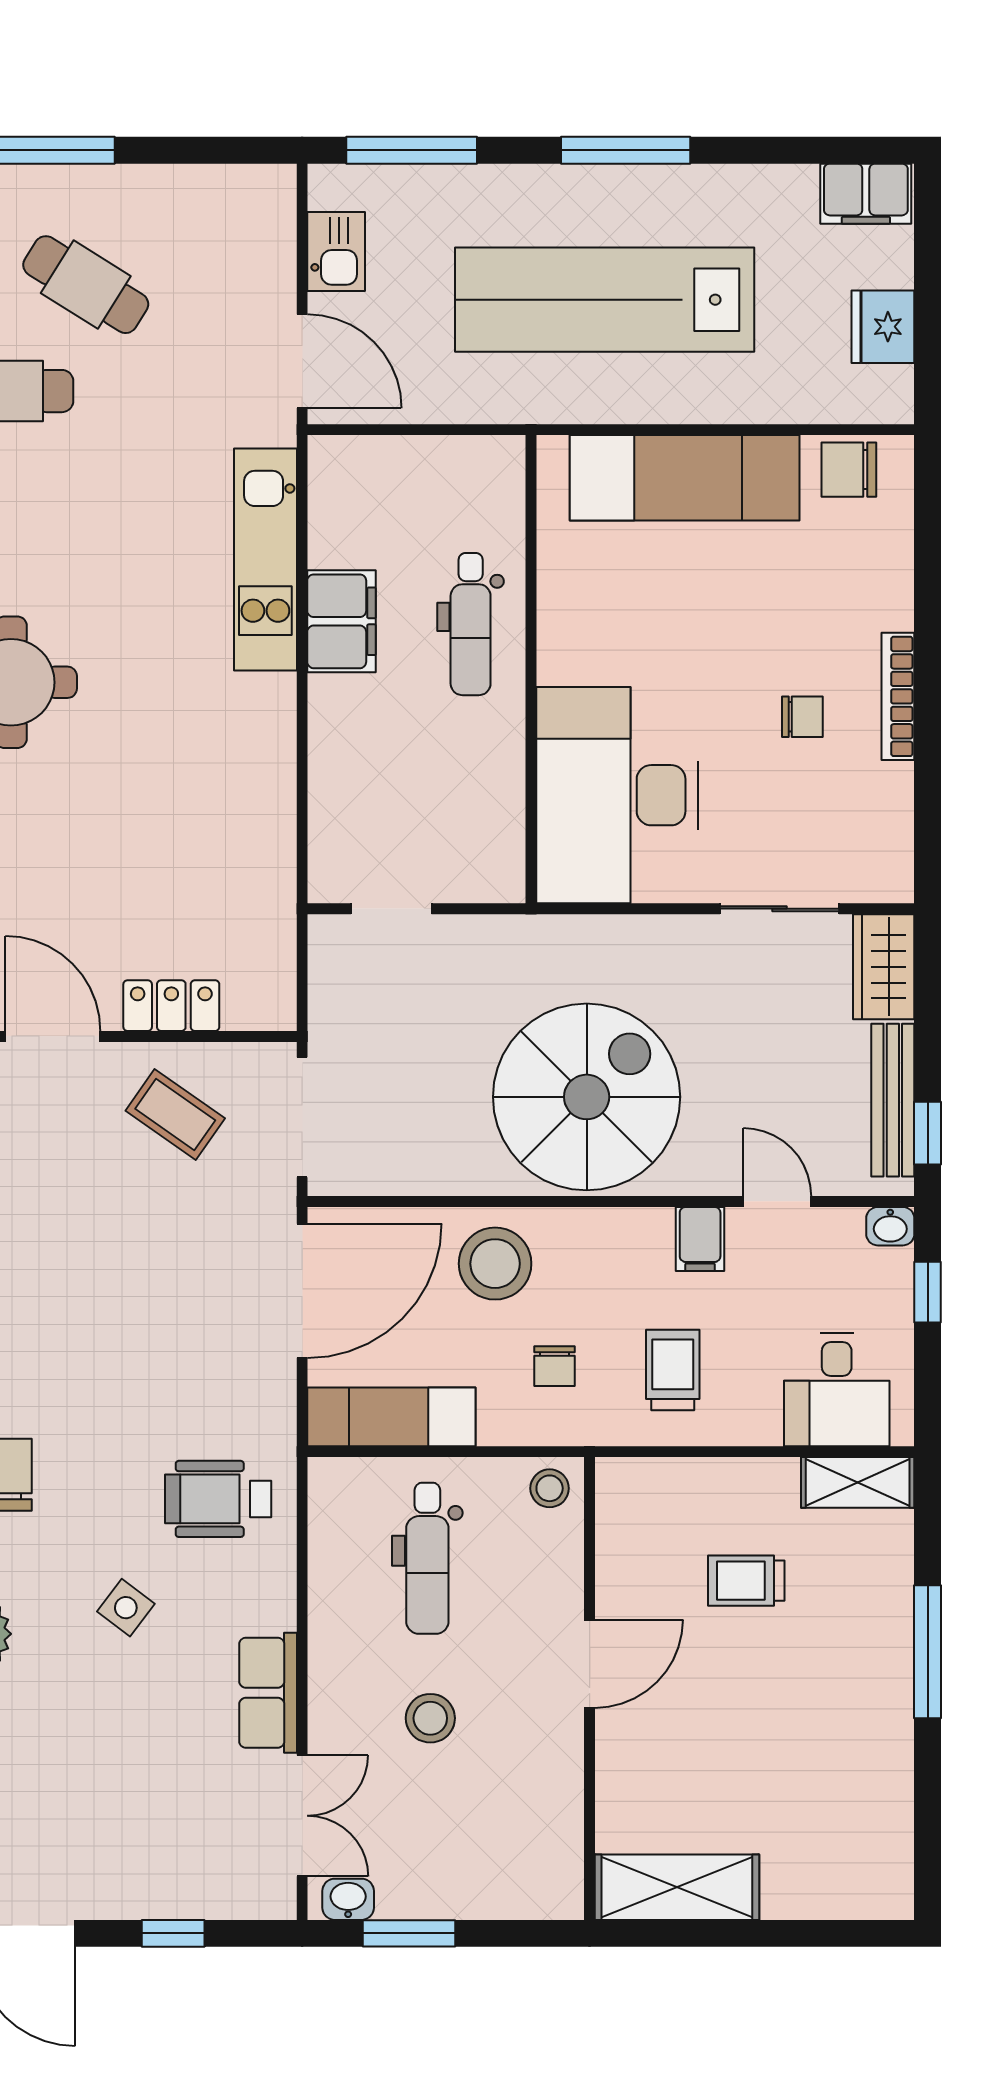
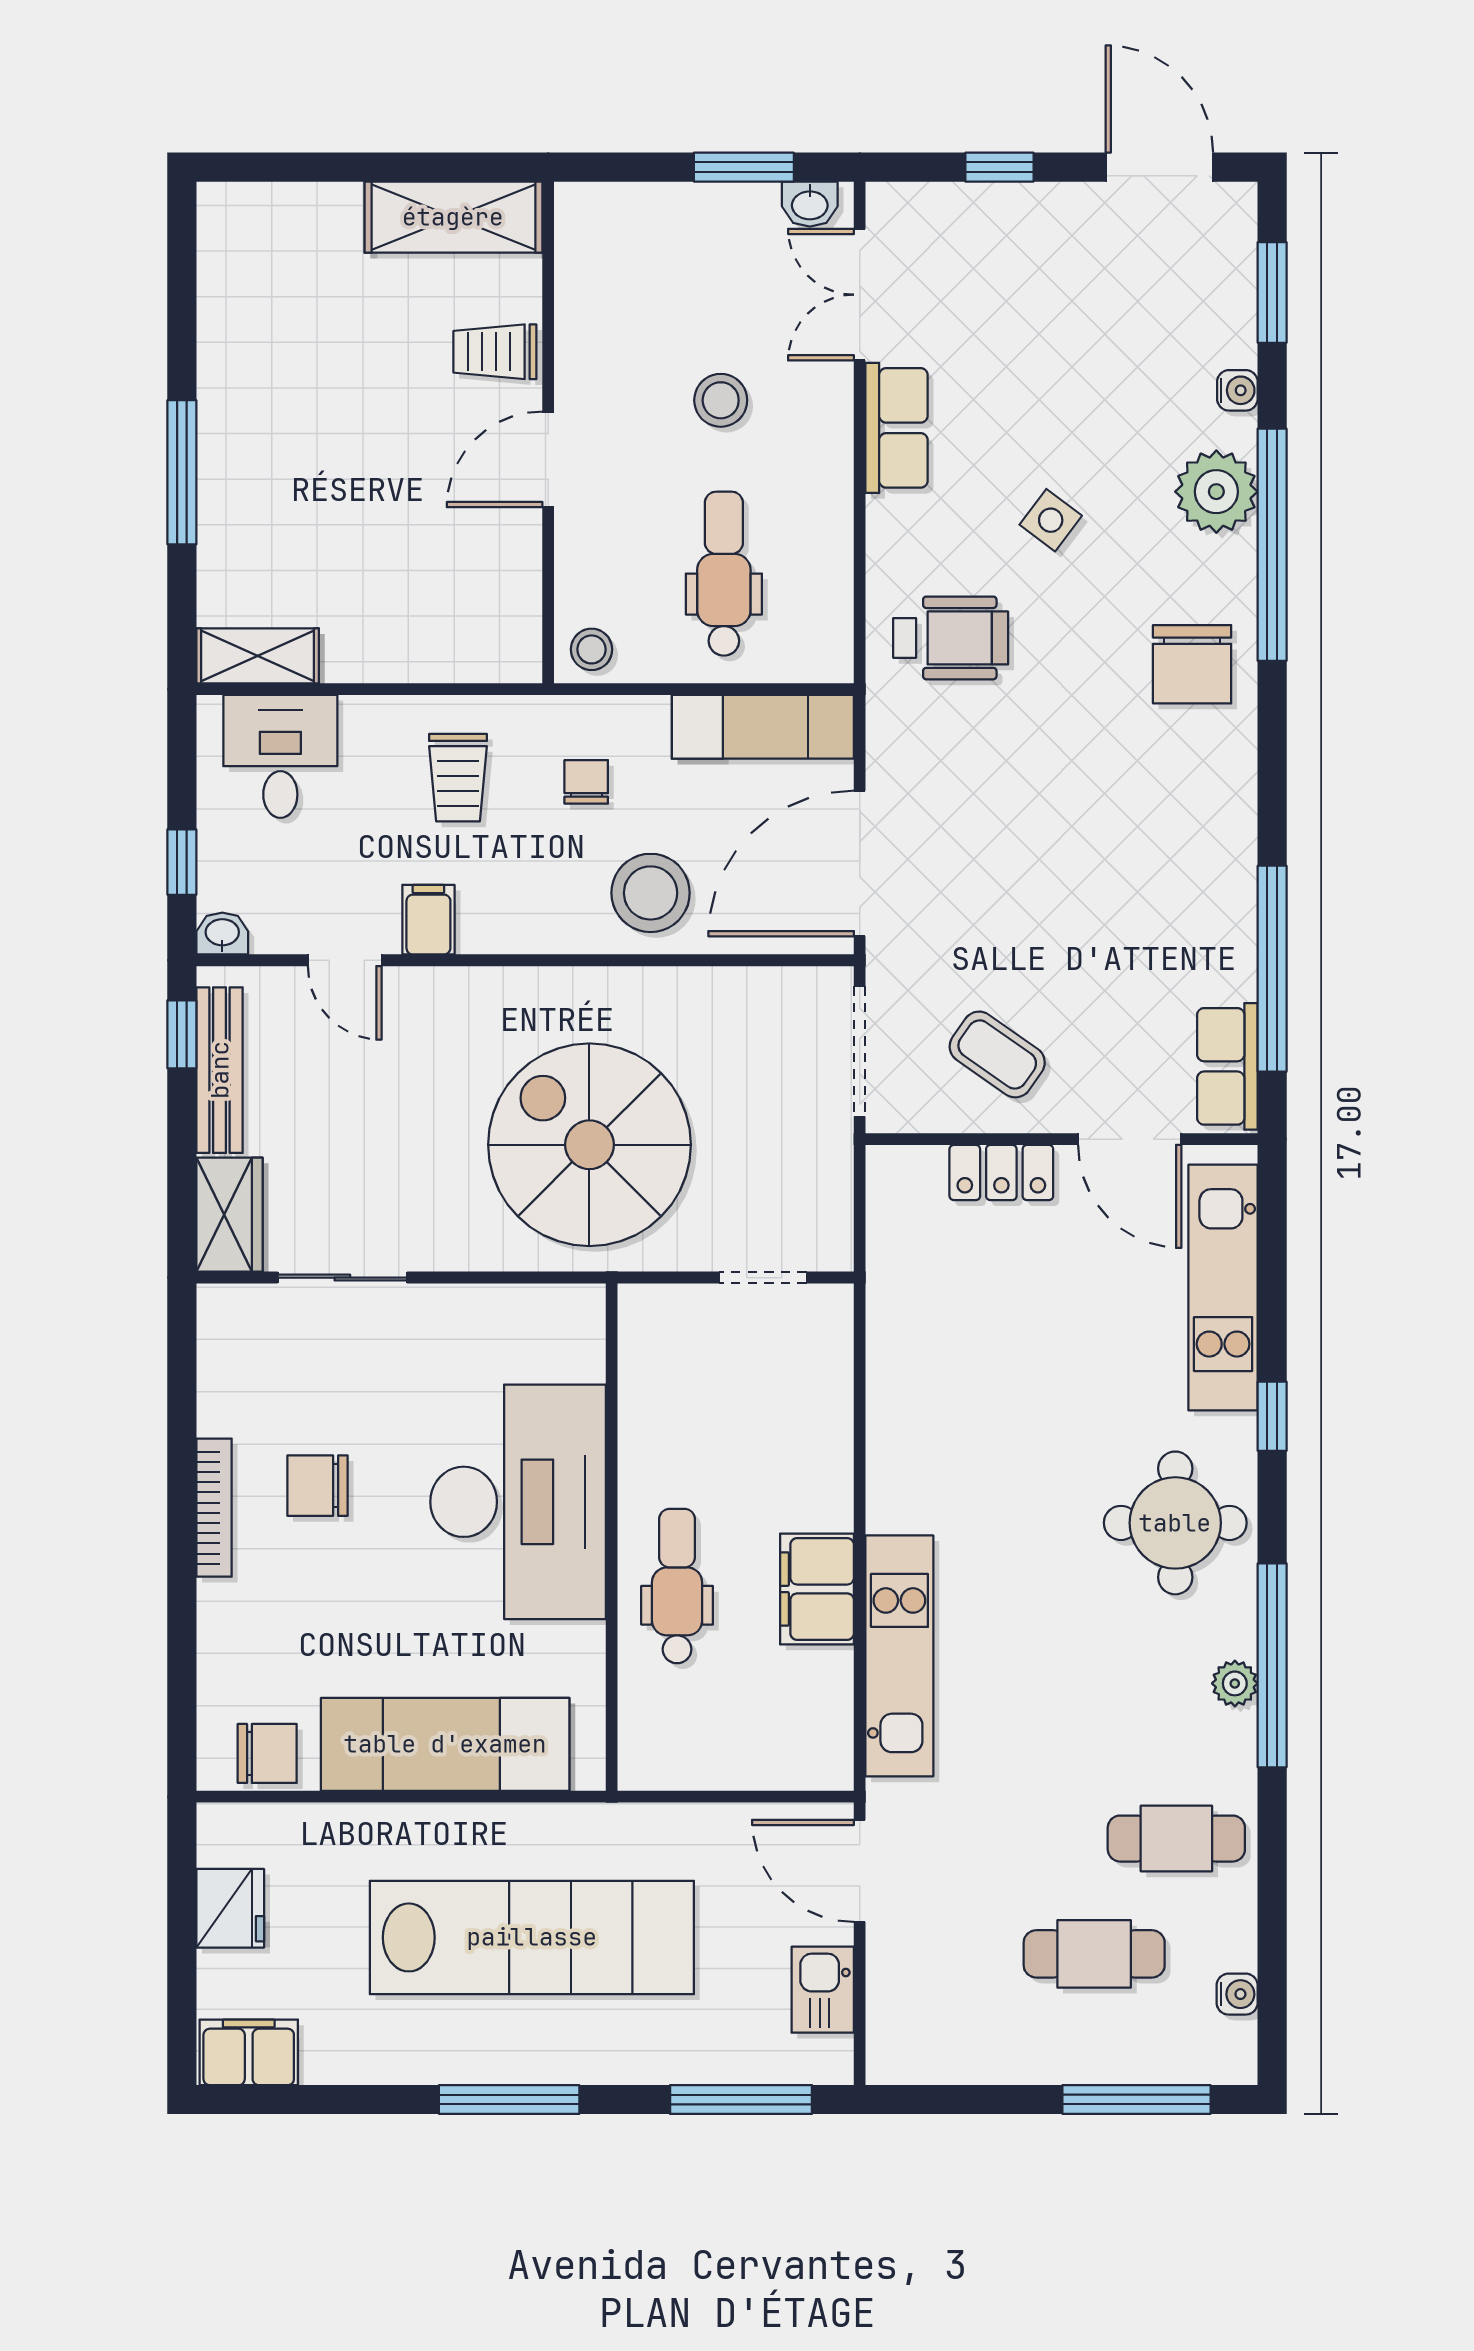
cafe table: (86, 285) -> (1094, 1954), turned -32
chair: (802, 717) -> (318, 1486), width x1.37, depth x1.37
desk: (617, 795) -> (518, 1502), moved
spiral stairs: (587, 1097) -> (589, 1145), moved, turned 90
trolley: (746, 1581) -> (495, 352), moved, turned 180

